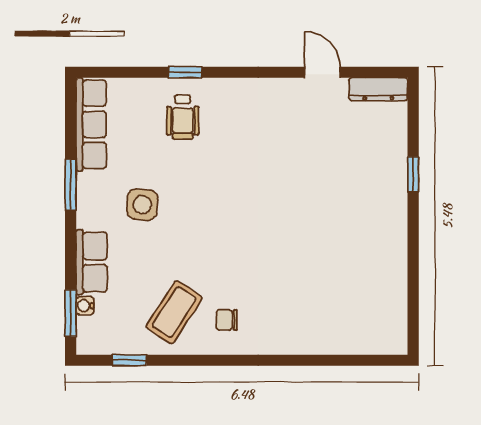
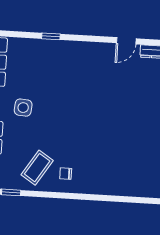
door: (322, 72) -> (126, 41), swing flipped
wheelchair: (183, 117) -> (48, 61), removed

